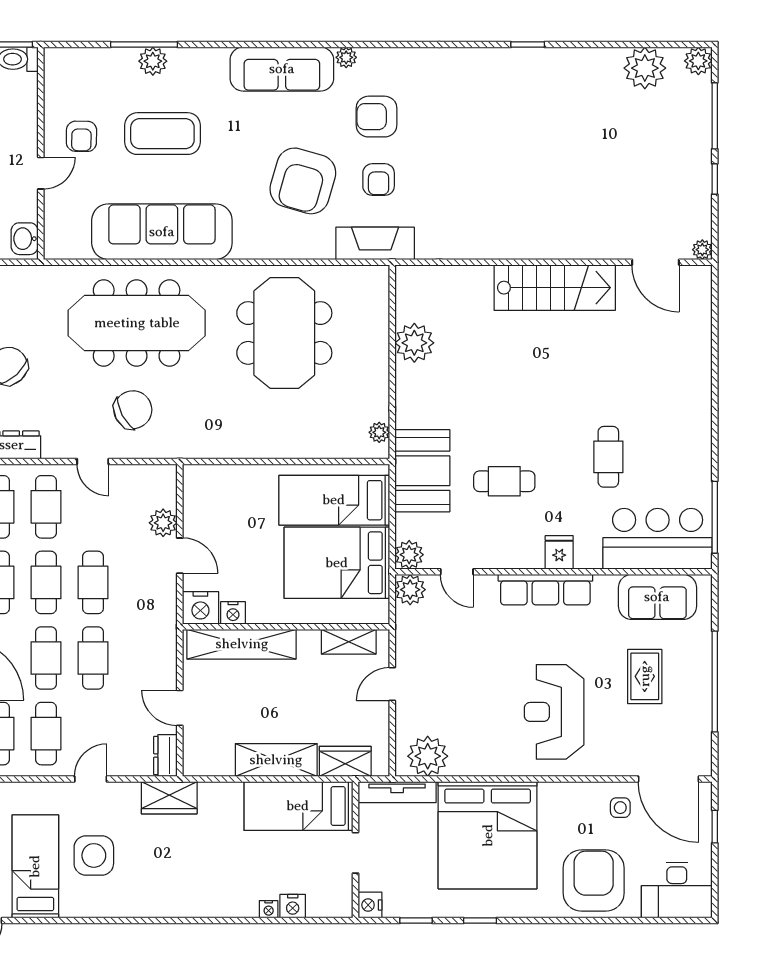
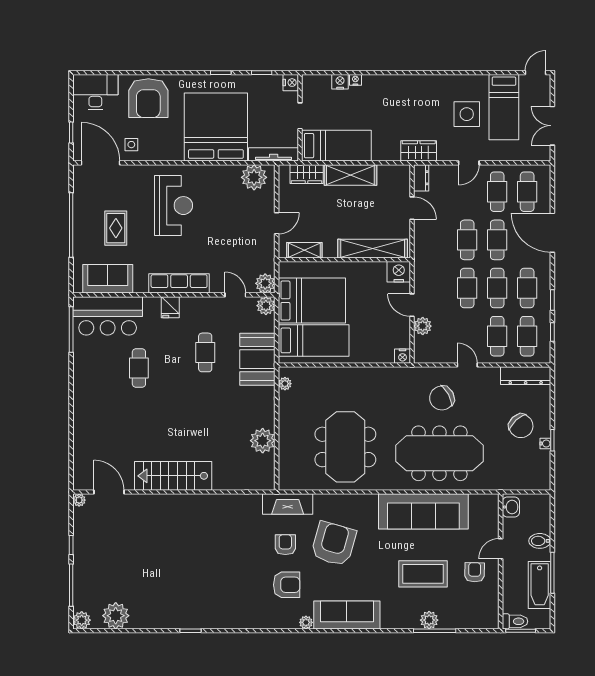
cafe table: (504, 481) -> (205, 352), turned 90
nightstand: (233, 613) -> (403, 356), moved, turned 180

